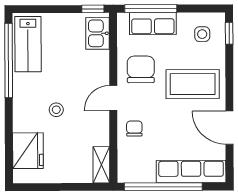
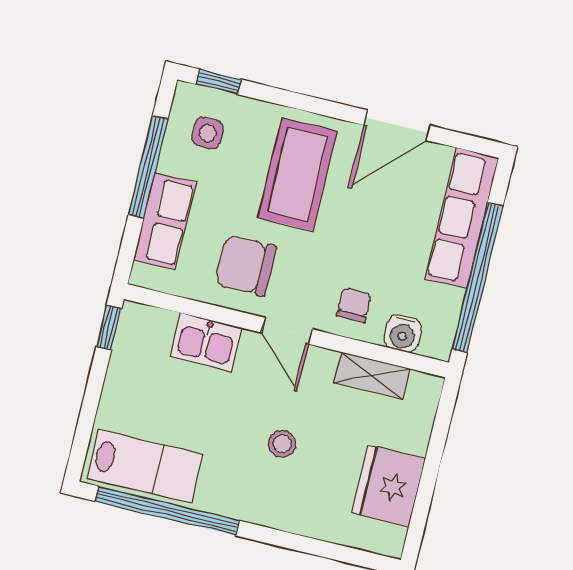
window: (151, 9) -> (148, 167), moved
kitchen sink: (97, 33) -> (206, 342), moved
chair: (134, 128) -> (354, 305), turned 90
fridge: (28, 151) -> (389, 486), moved, turned -90
water cooler: (126, 156) -> (403, 334), added
shelving: (101, 165) -> (372, 376), moved

